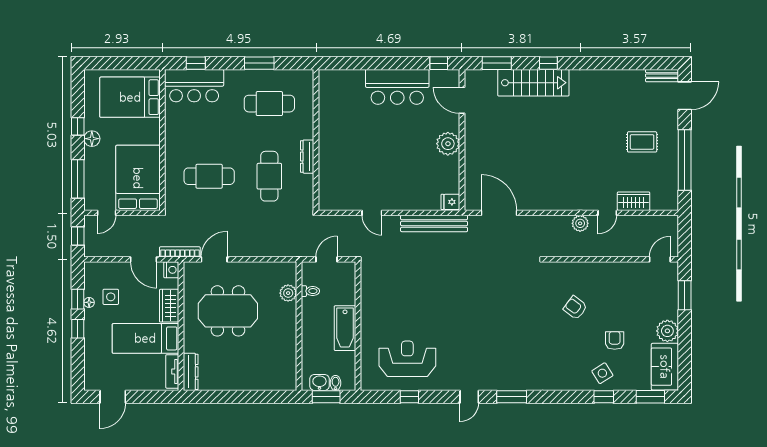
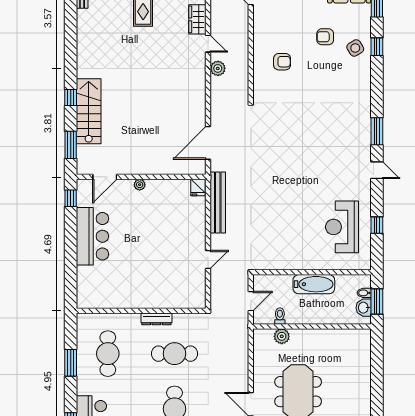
plant: (448, 144) -> (140, 185), width x0.53, depth x0.53
door: (327, 259) -> (251, 301), swing flipped
armchair: (575, 308) -> (282, 62), moved, turned -127

